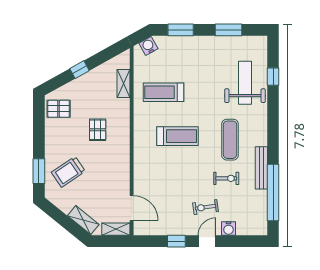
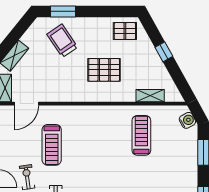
pallet: (59, 109) -> (125, 31), turned 90
pallet: (98, 130) -> (104, 70), width x1.50, depth x1.42
treadmill: (177, 136) -> (52, 145), moved

